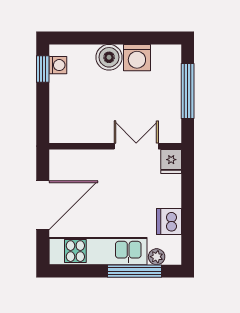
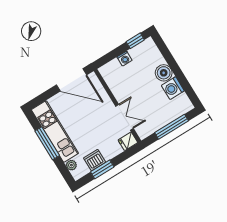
washing machine: (58, 65) -> (125, 59), moved
door: (43, 205) -> (72, 80), moved
window: (188, 219) -> (102, 169), added
window: (135, 271) -> (47, 143), moved

